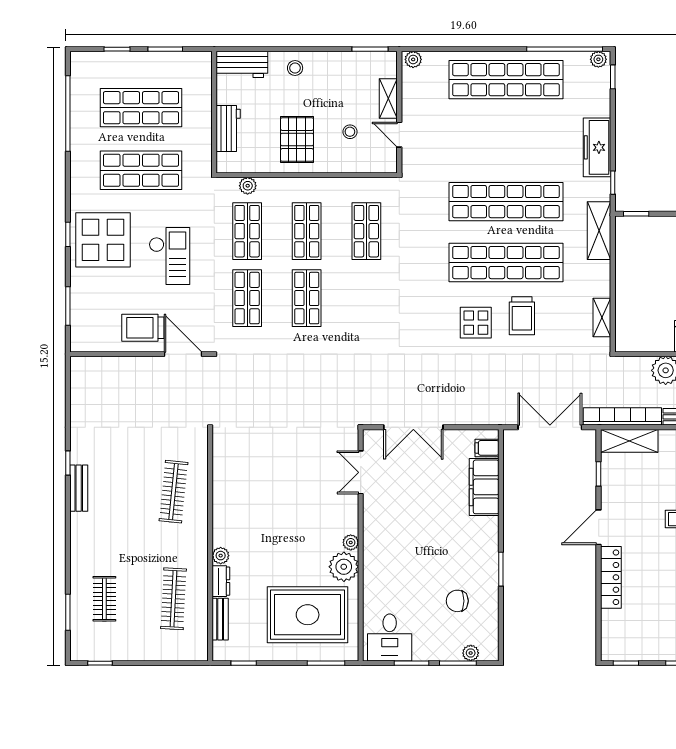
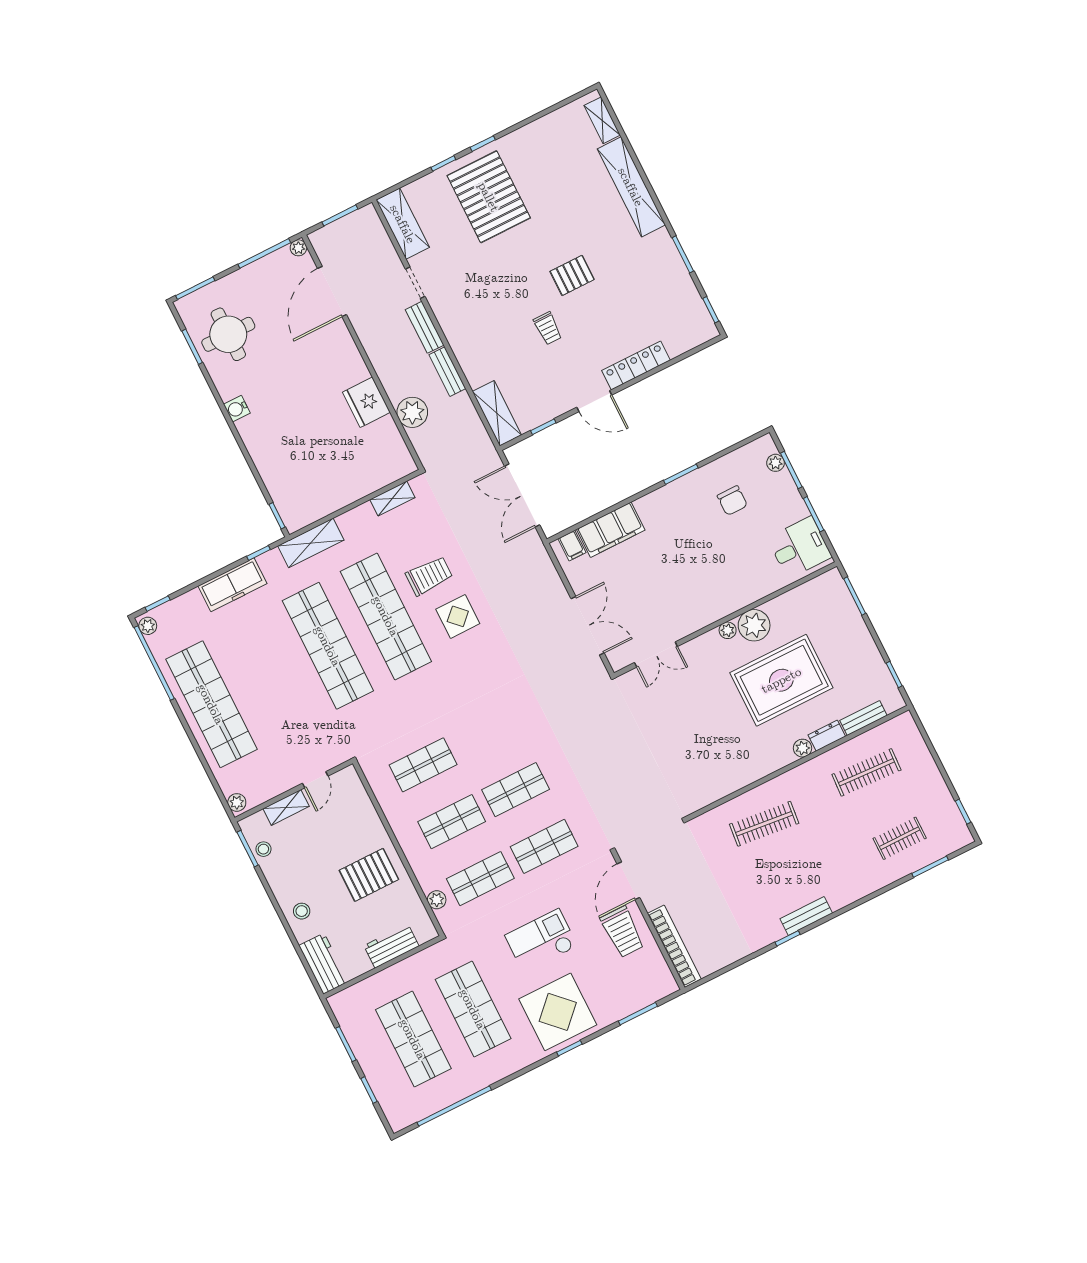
stool: (350, 132) -> (263, 849), moved
bookcase: (622, 416) -> (674, 946), moved, turned 180
rug: (308, 615) -> (781, 680), moved, turned 90

